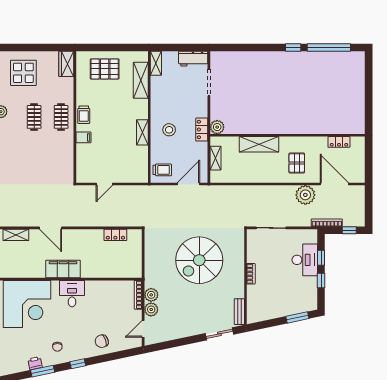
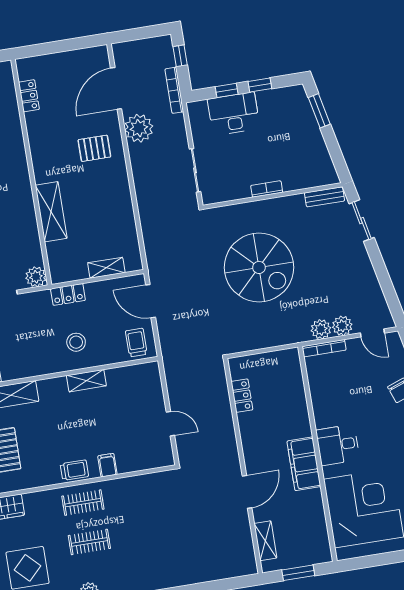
plant: (217, 127) -> (36, 277), moved
wall: (288, 135) -> (31, 172), moved
locker: (339, 142) -> (29, 96), moved
shelving: (259, 144) -> (51, 212), moved

